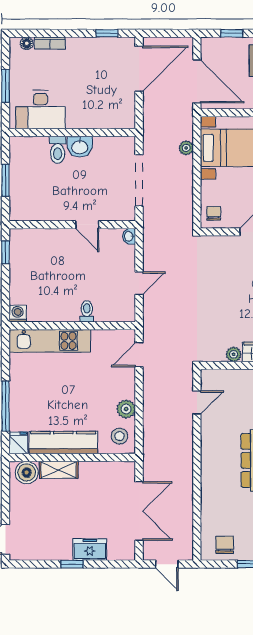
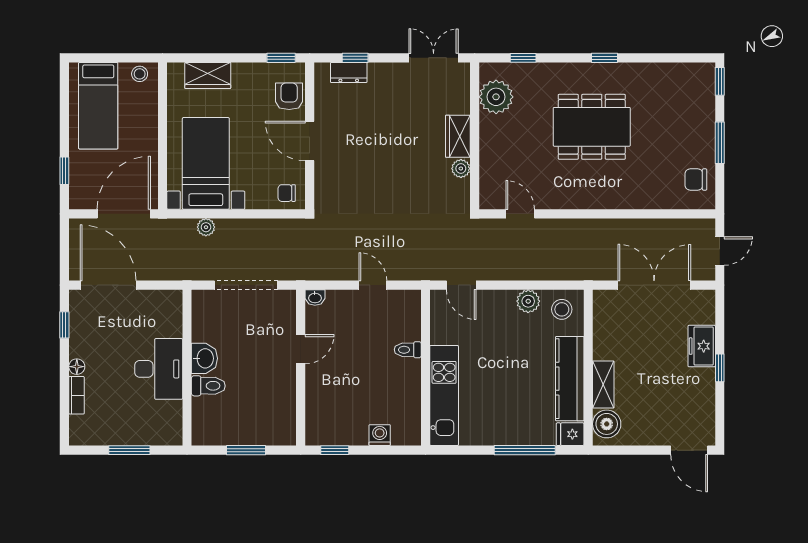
floor lamp: (27, 43) -> (77, 367), moved
desk: (41, 110) -> (159, 369), moved
washing machine: (18, 314) -> (380, 435), moved, turned 90

